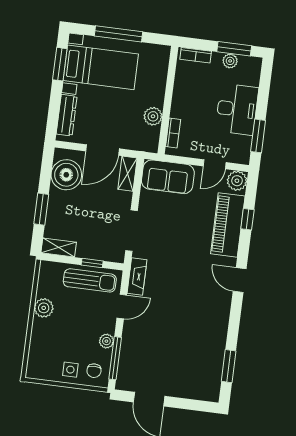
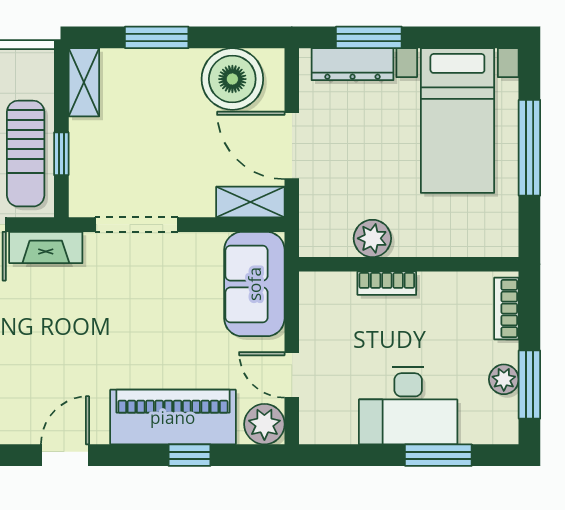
window: (60, 64) -> (369, 37), moved
bookcase: (173, 133) -> (387, 283), moved
window: (258, 136) -> (438, 455), moved

